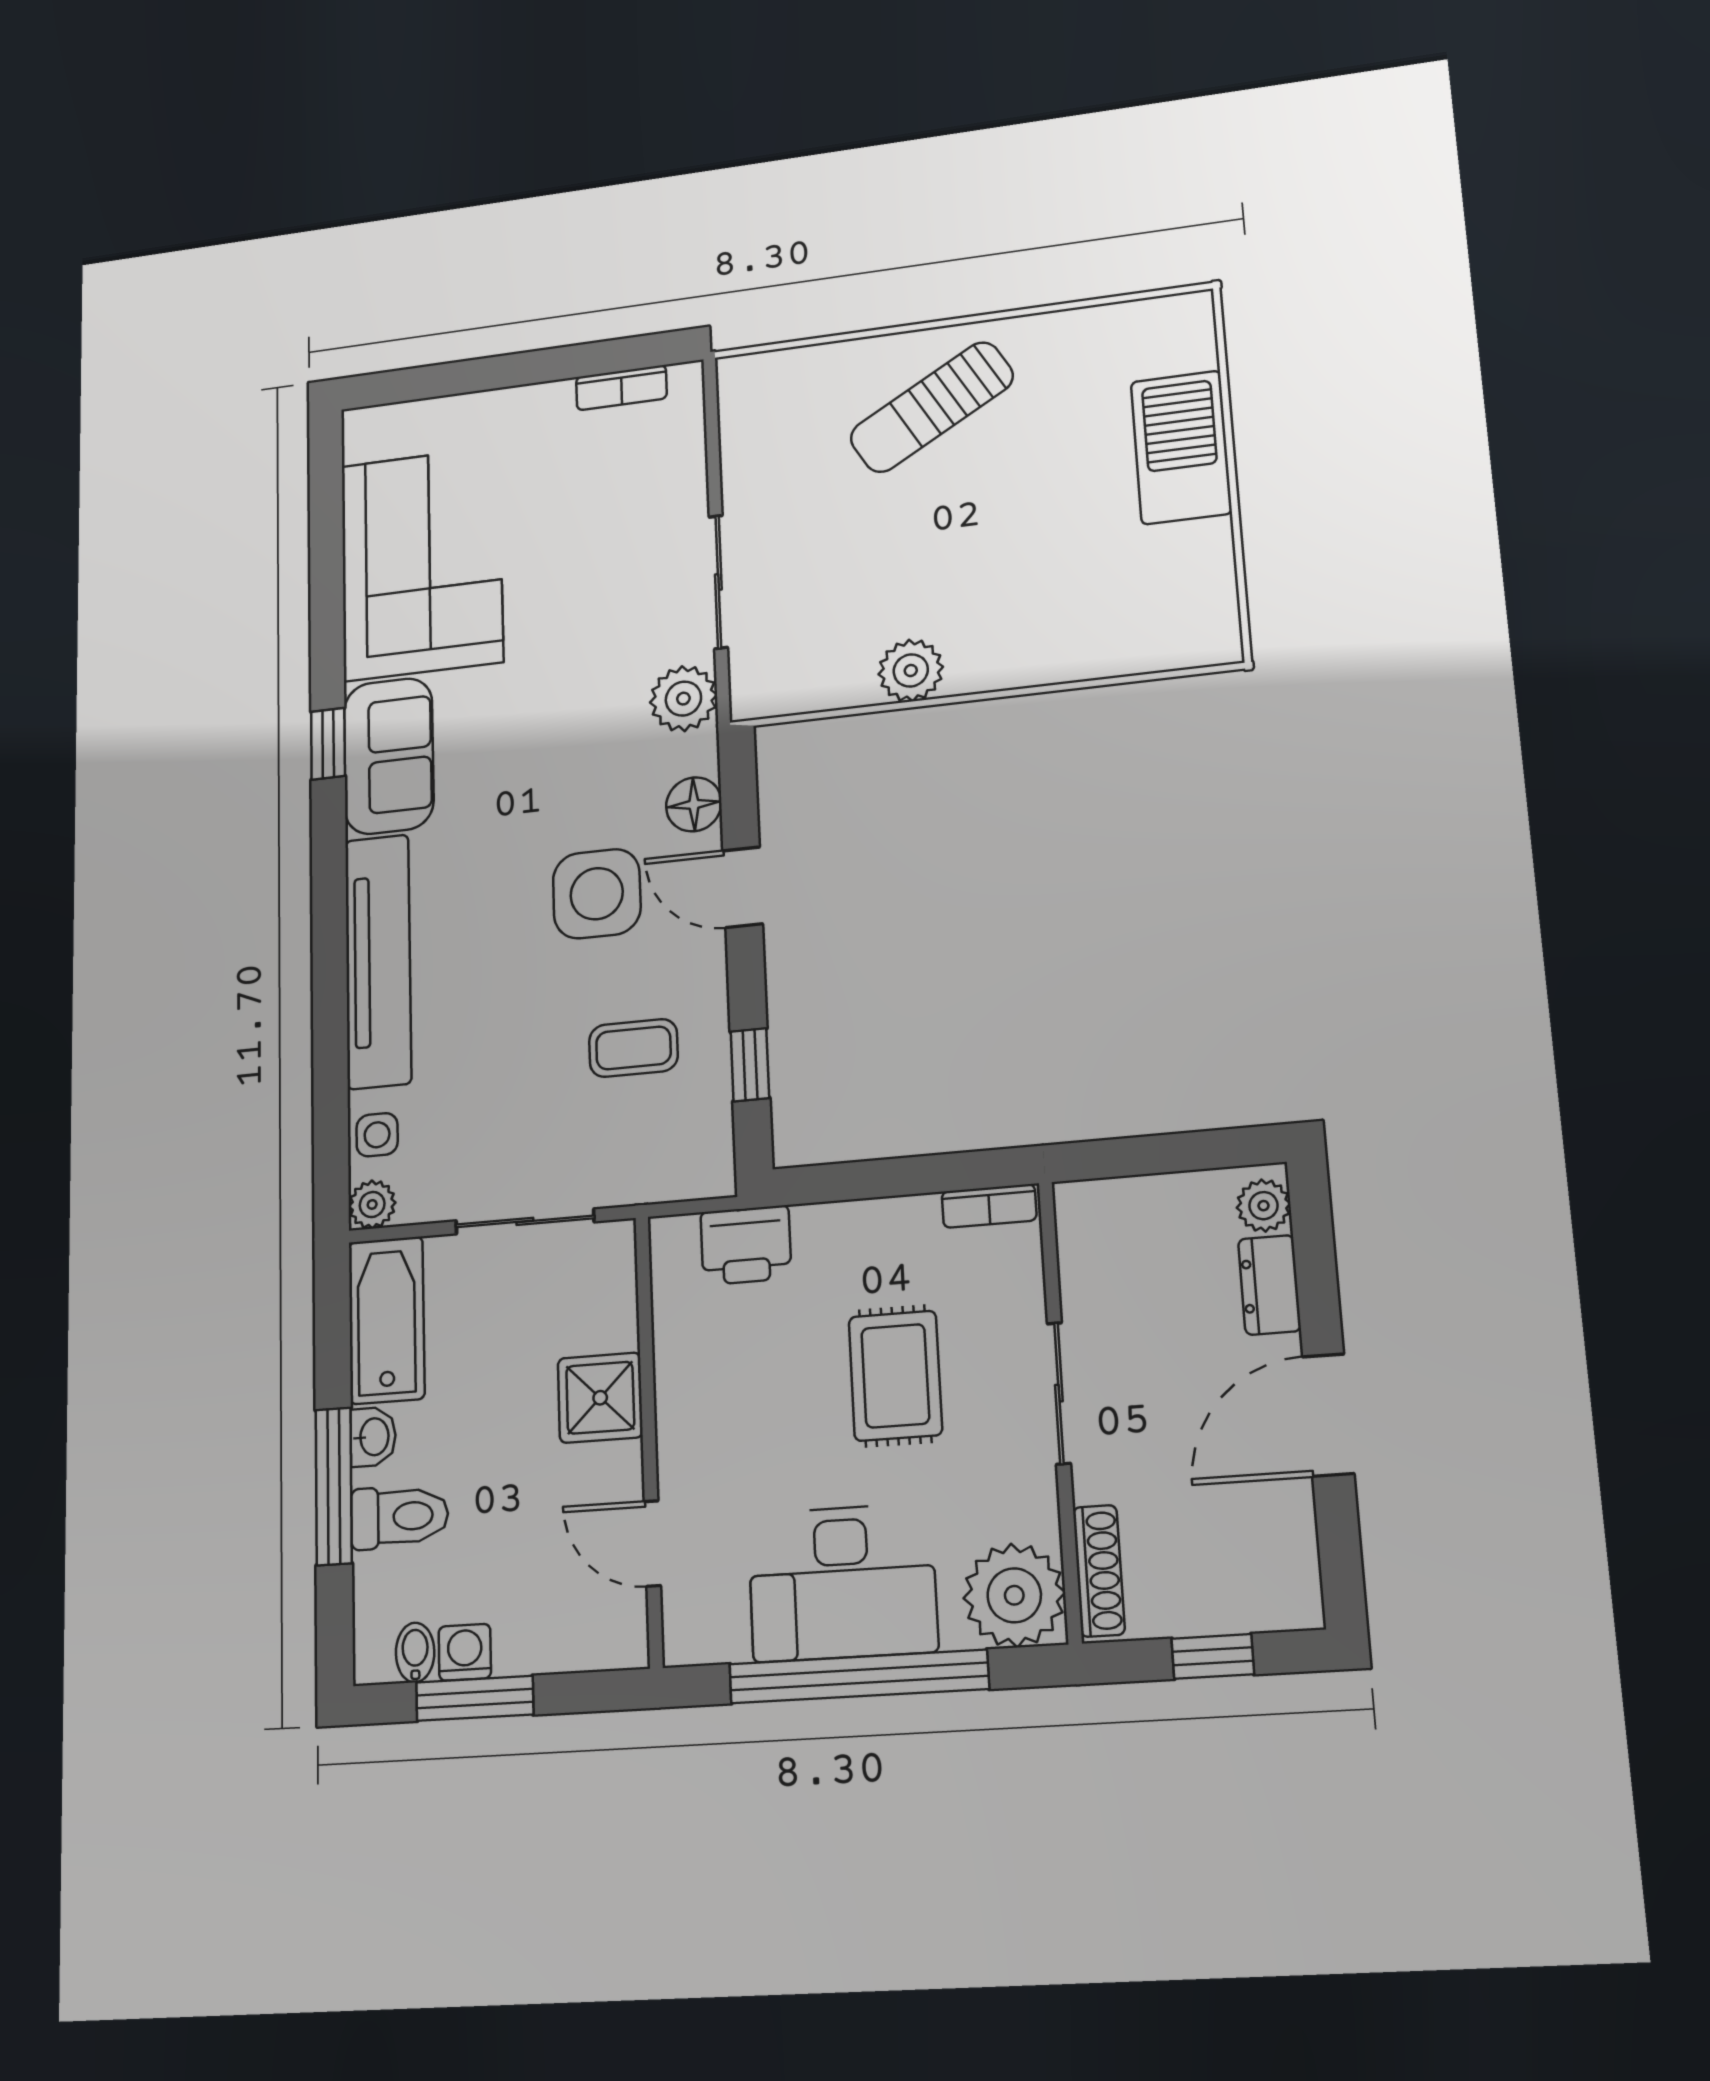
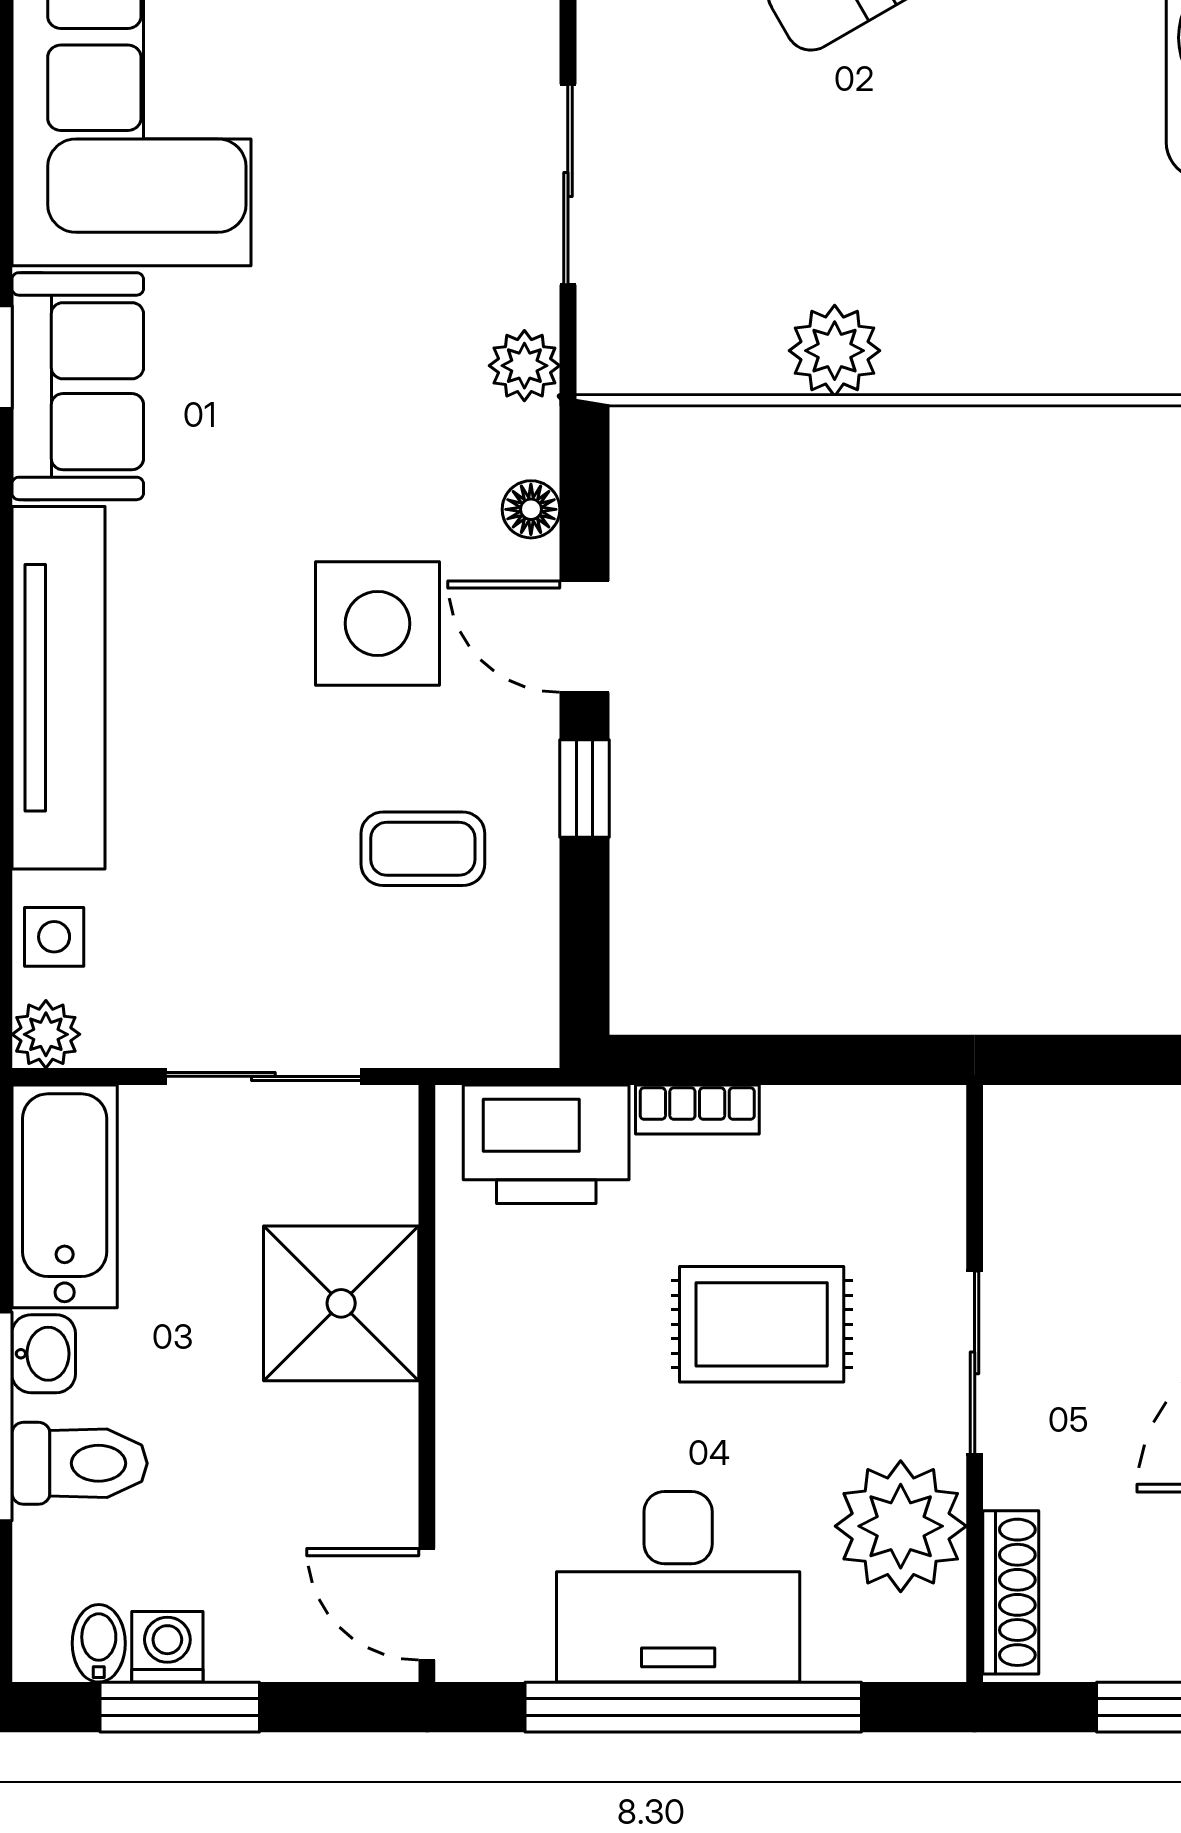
plant: (683, 699) -> (524, 366), width x0.73, depth x0.73
floor lamp: (694, 804) -> (531, 509), width x0.73, depth x0.73
window: (750, 1065) -> (585, 789), moved
bookcase: (989, 1206) -> (697, 1109), moved
printer: (746, 1245) -> (546, 1144), width x1.37, depth x1.19
rug: (895, 1376) -> (762, 1324), turned 90
shower: (600, 1398) -> (341, 1303), width x1.36, depth x1.36
door: (652, 1543) -> (427, 1604), moved
plant: (1014, 1595) -> (901, 1526), moved

